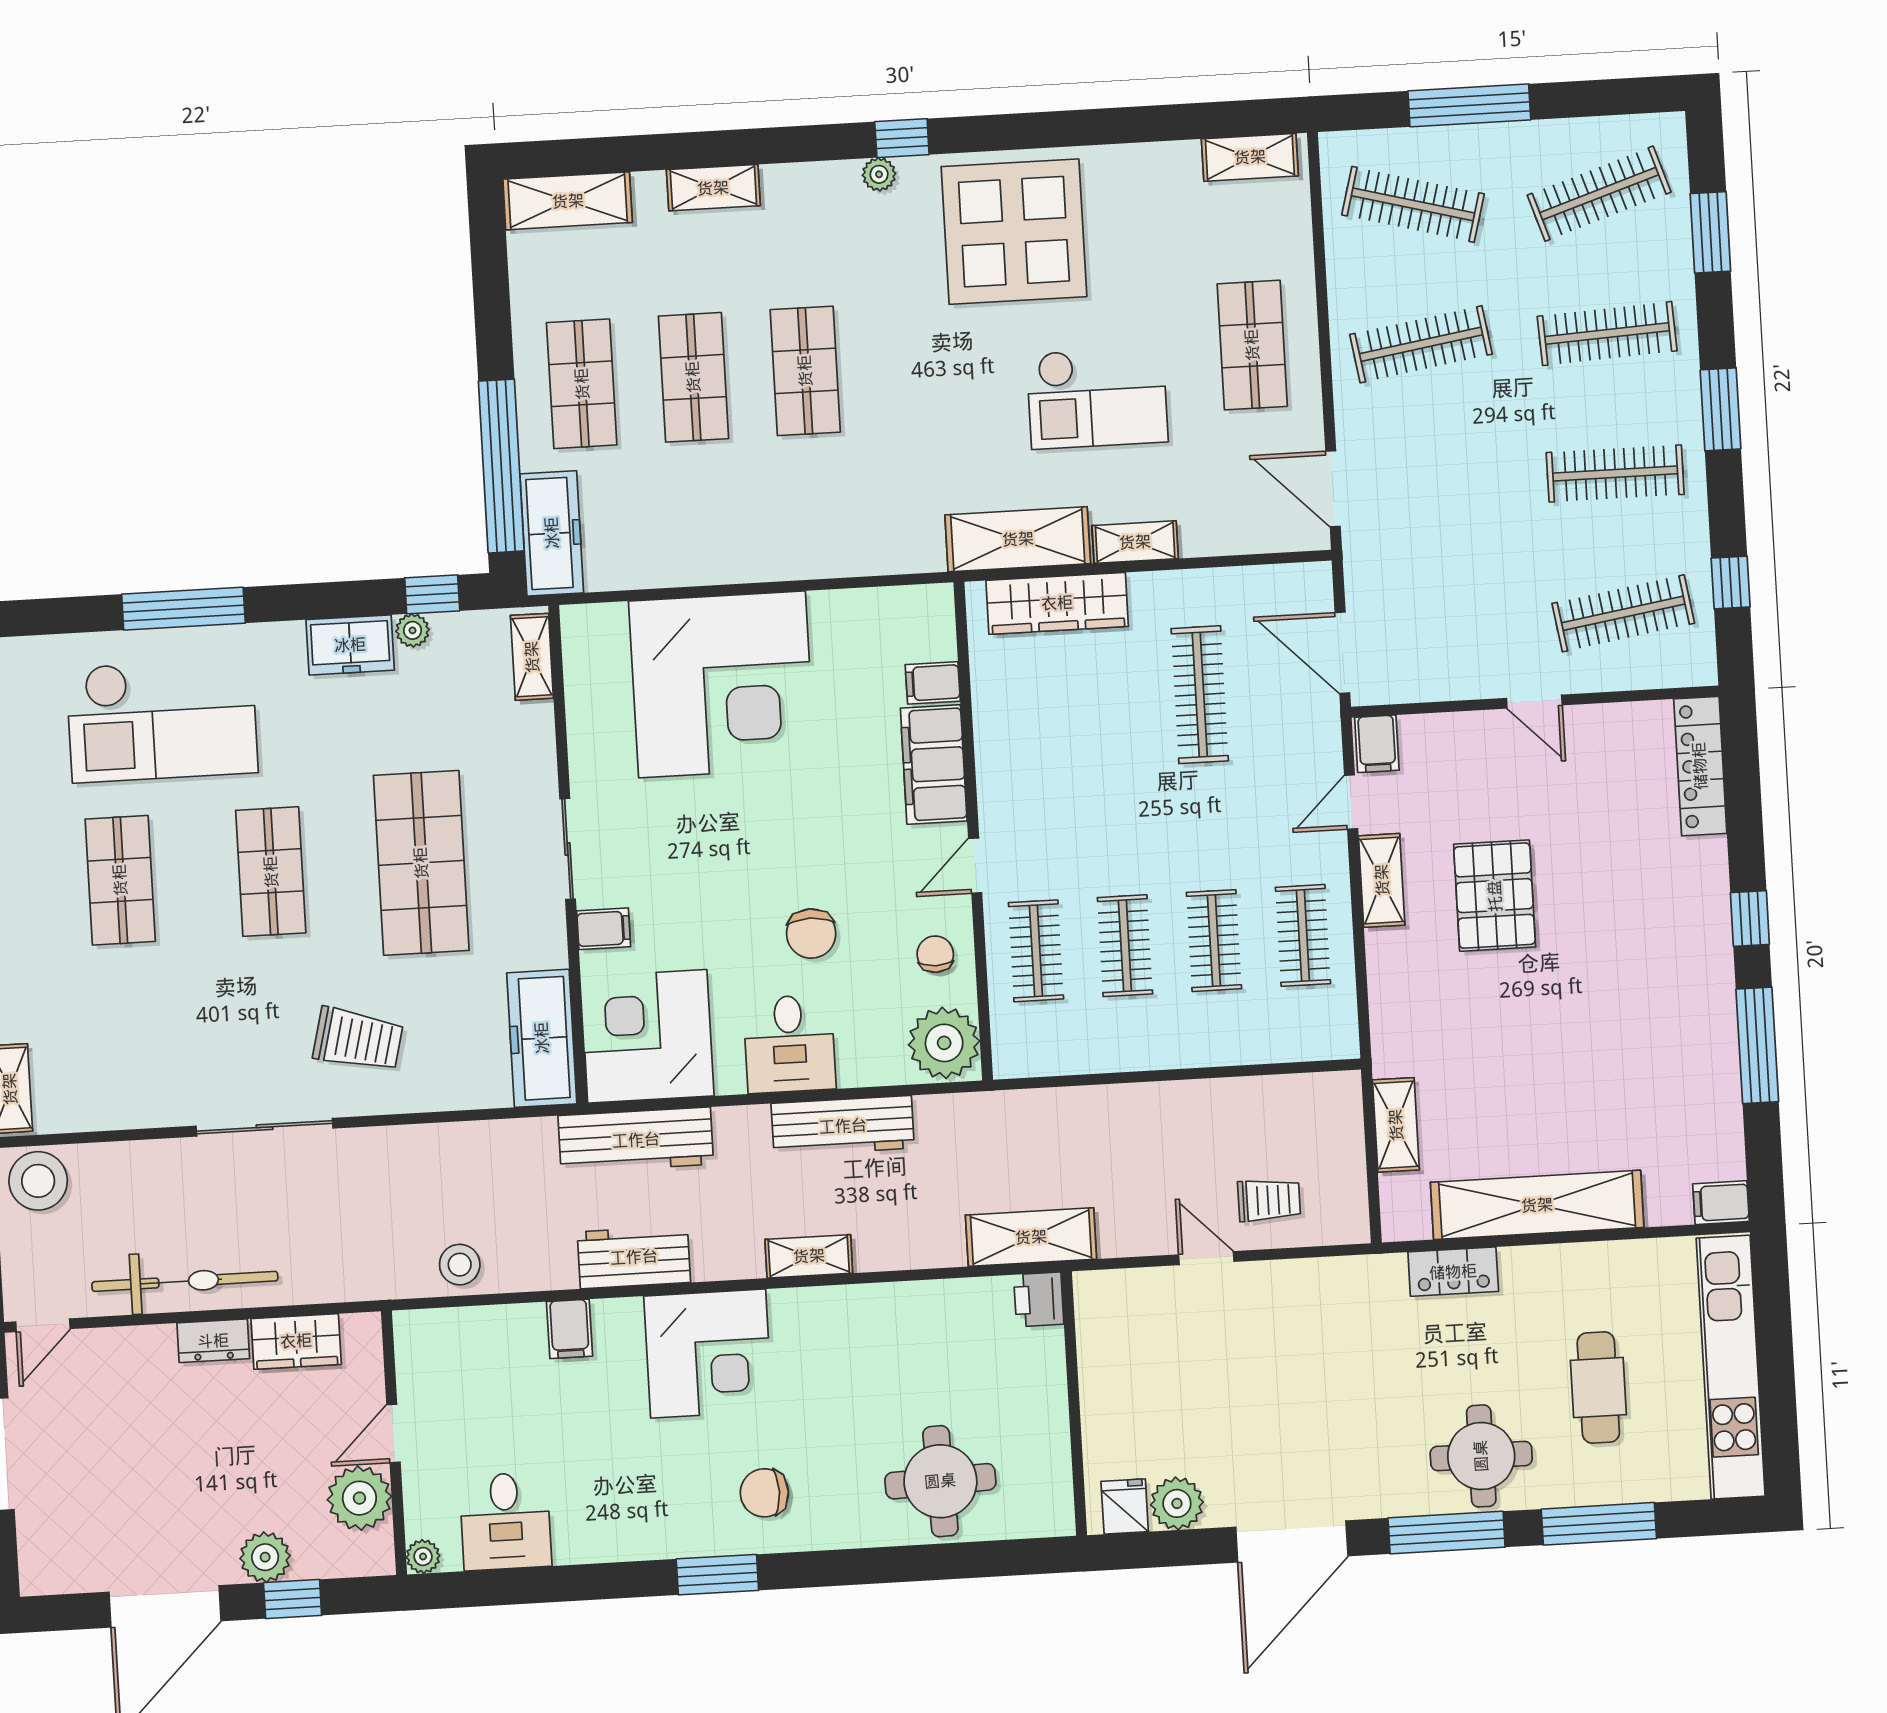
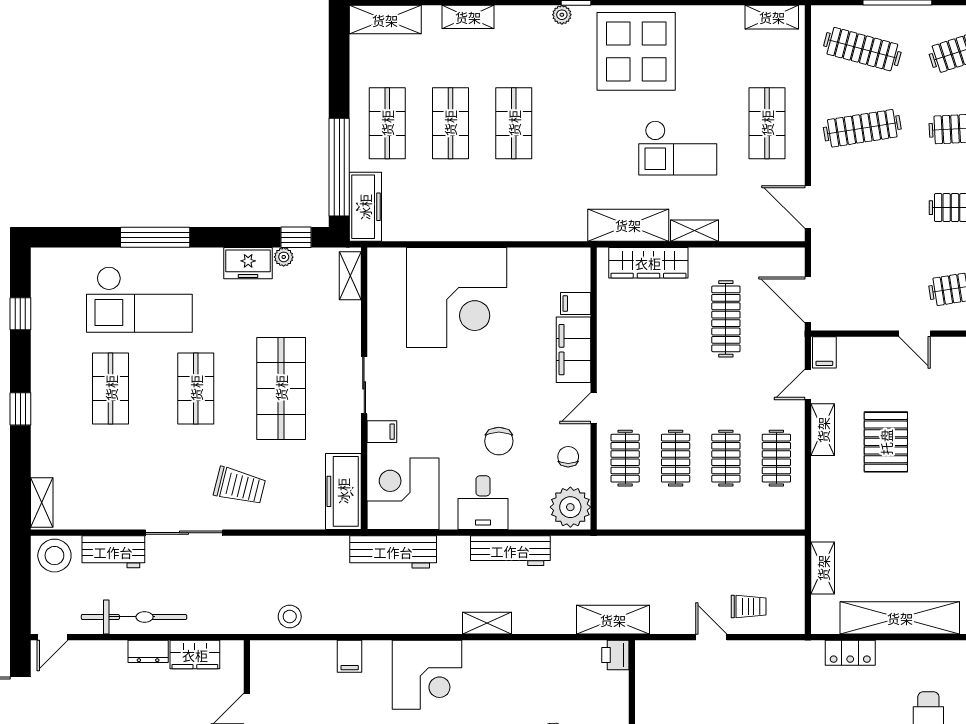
workbench: (634, 1257) -> (113, 552), moved, turned 180

